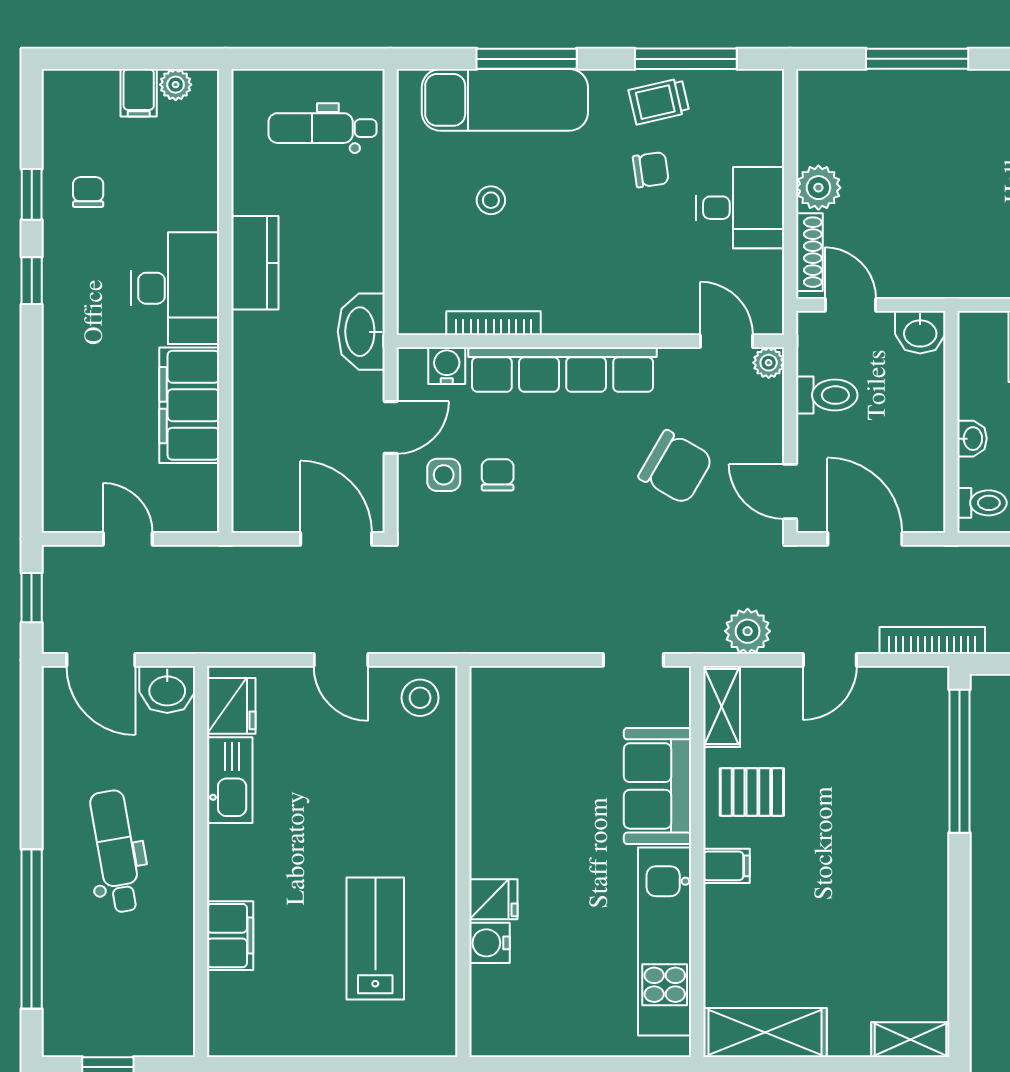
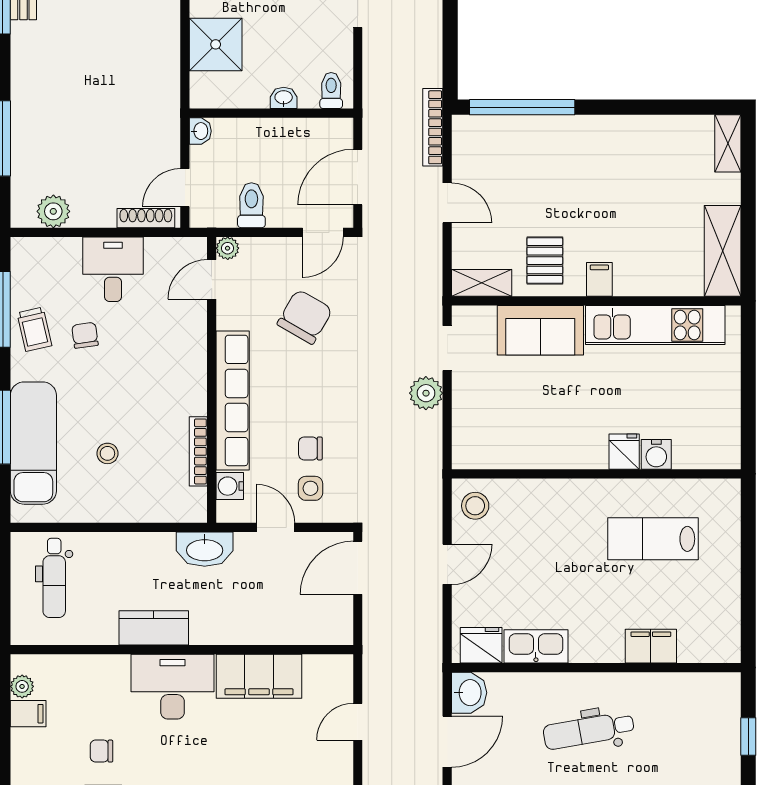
plant: (818, 188) -> (53, 211), moved
washbasin: (920, 332) -> (200, 131), width x0.72, depth x0.69
plant: (748, 631) -> (426, 393), moved

